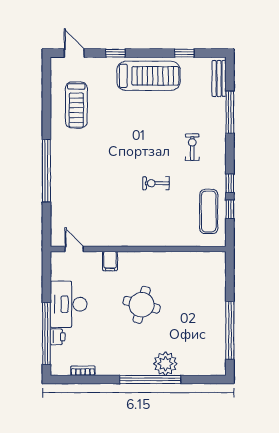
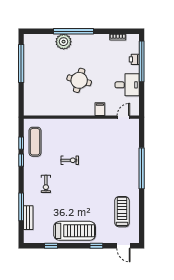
treadmill: (148, 76) -> (75, 231), turned 180
bench: (219, 78) -> (28, 218), moved
door: (74, 249) -> (123, 117), swing flipped
desk: (69, 304) -> (127, 85), width x0.73

